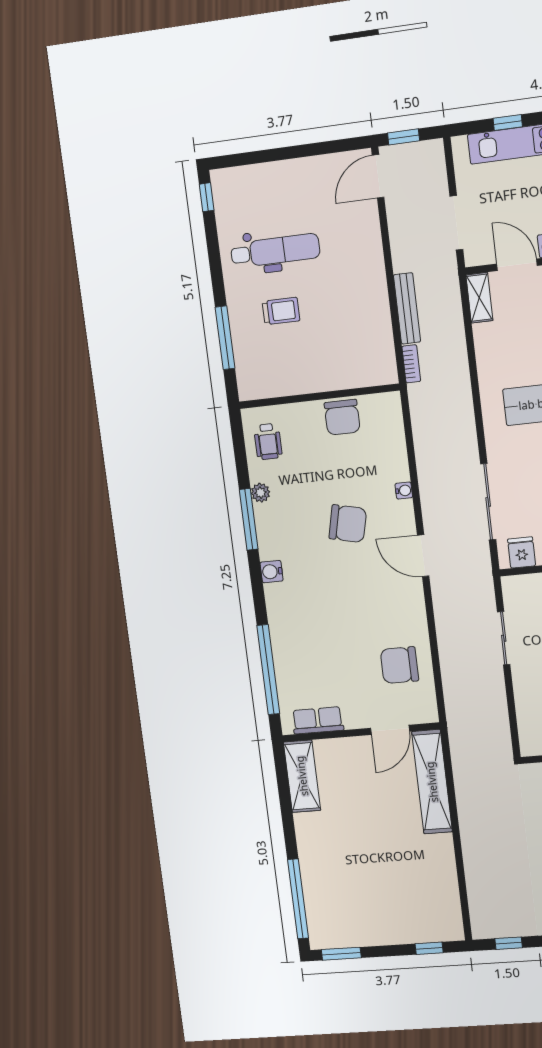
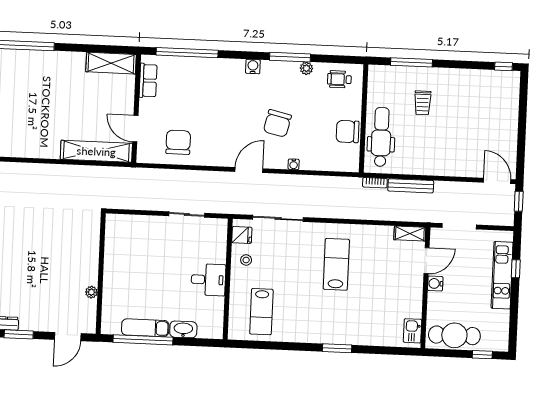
dental chair: (275, 251) -> (381, 137), moved, turned 180

